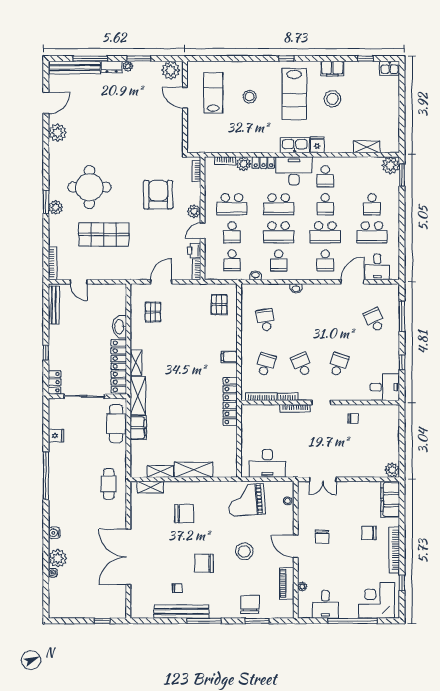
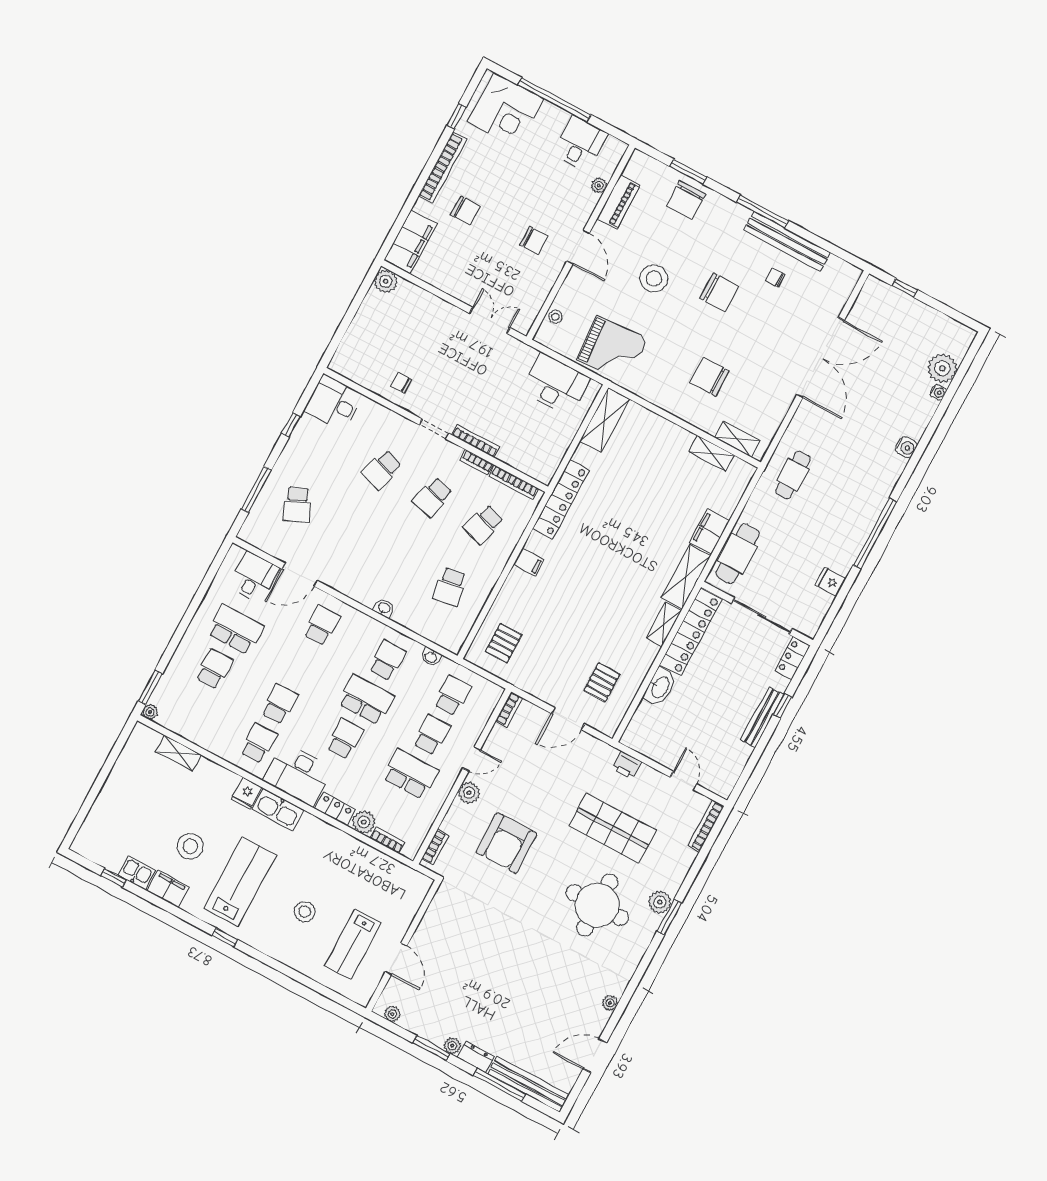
kitchen sink: (390, 68) -> (137, 873), moved
plant: (171, 70) -> (392, 1014), width x0.53, depth x0.53
plant: (57, 133) -> (610, 1003), width x0.53, depth x0.53
plant: (391, 165) -> (150, 712), width x0.53, depth x0.53
school desk: (279, 204) -> (345, 739), width x0.54
school desk: (325, 232) -> (301, 665), removed
printer: (194, 251) -> (627, 765), moved, turned 90
bench: (54, 305) -> (762, 717), moved
school desk: (302, 364) -> (433, 497), turned 39
shelving: (194, 470) -> (605, 420), moved, turned 90
chair: (322, 537) -> (534, 241), turned 90
plant: (58, 558) -> (942, 368), moved

